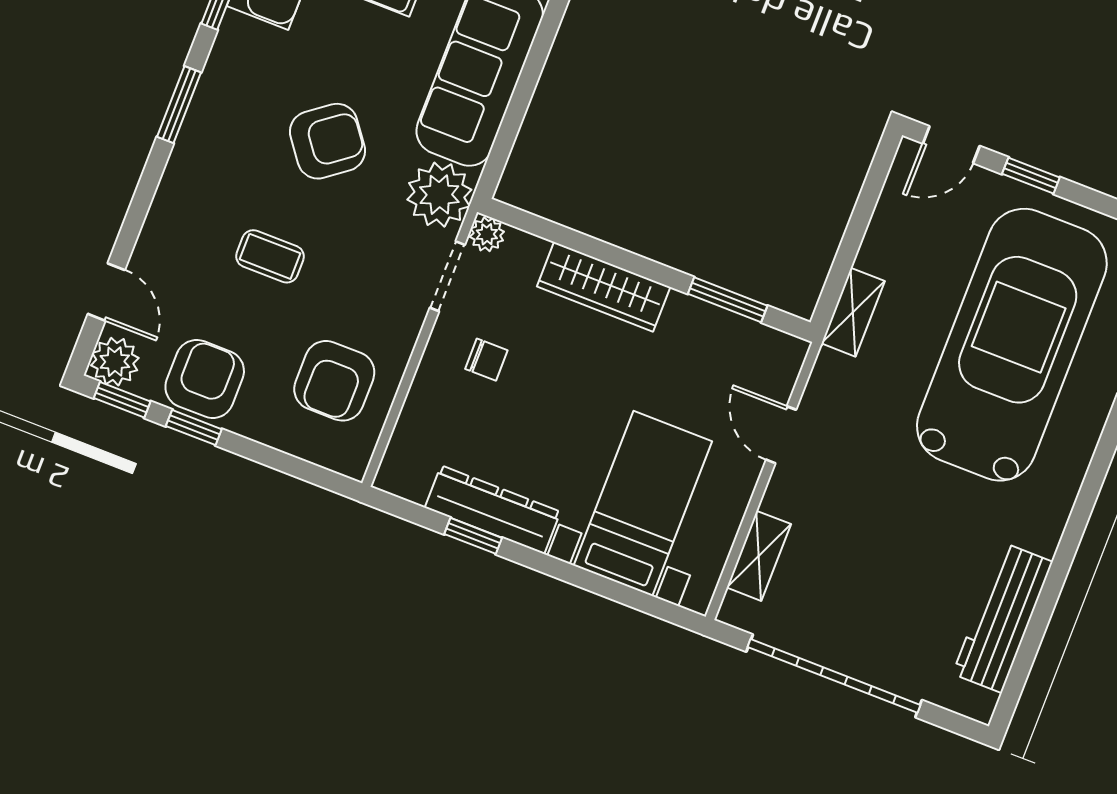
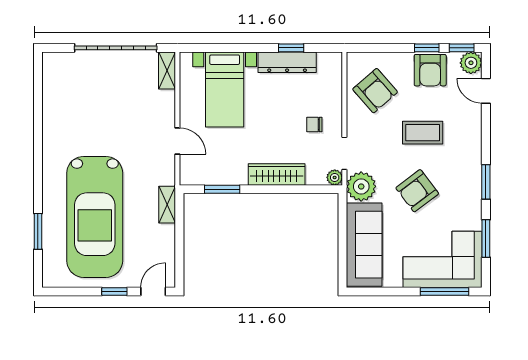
coffee table: (270, 256) -> (423, 133), width x1.36, depth x1.30
armchair: (334, 381) -> (375, 91), turned 139
shelving: (759, 556) -> (167, 71), moved
workbench: (1003, 618) -> (54, 100), removed

